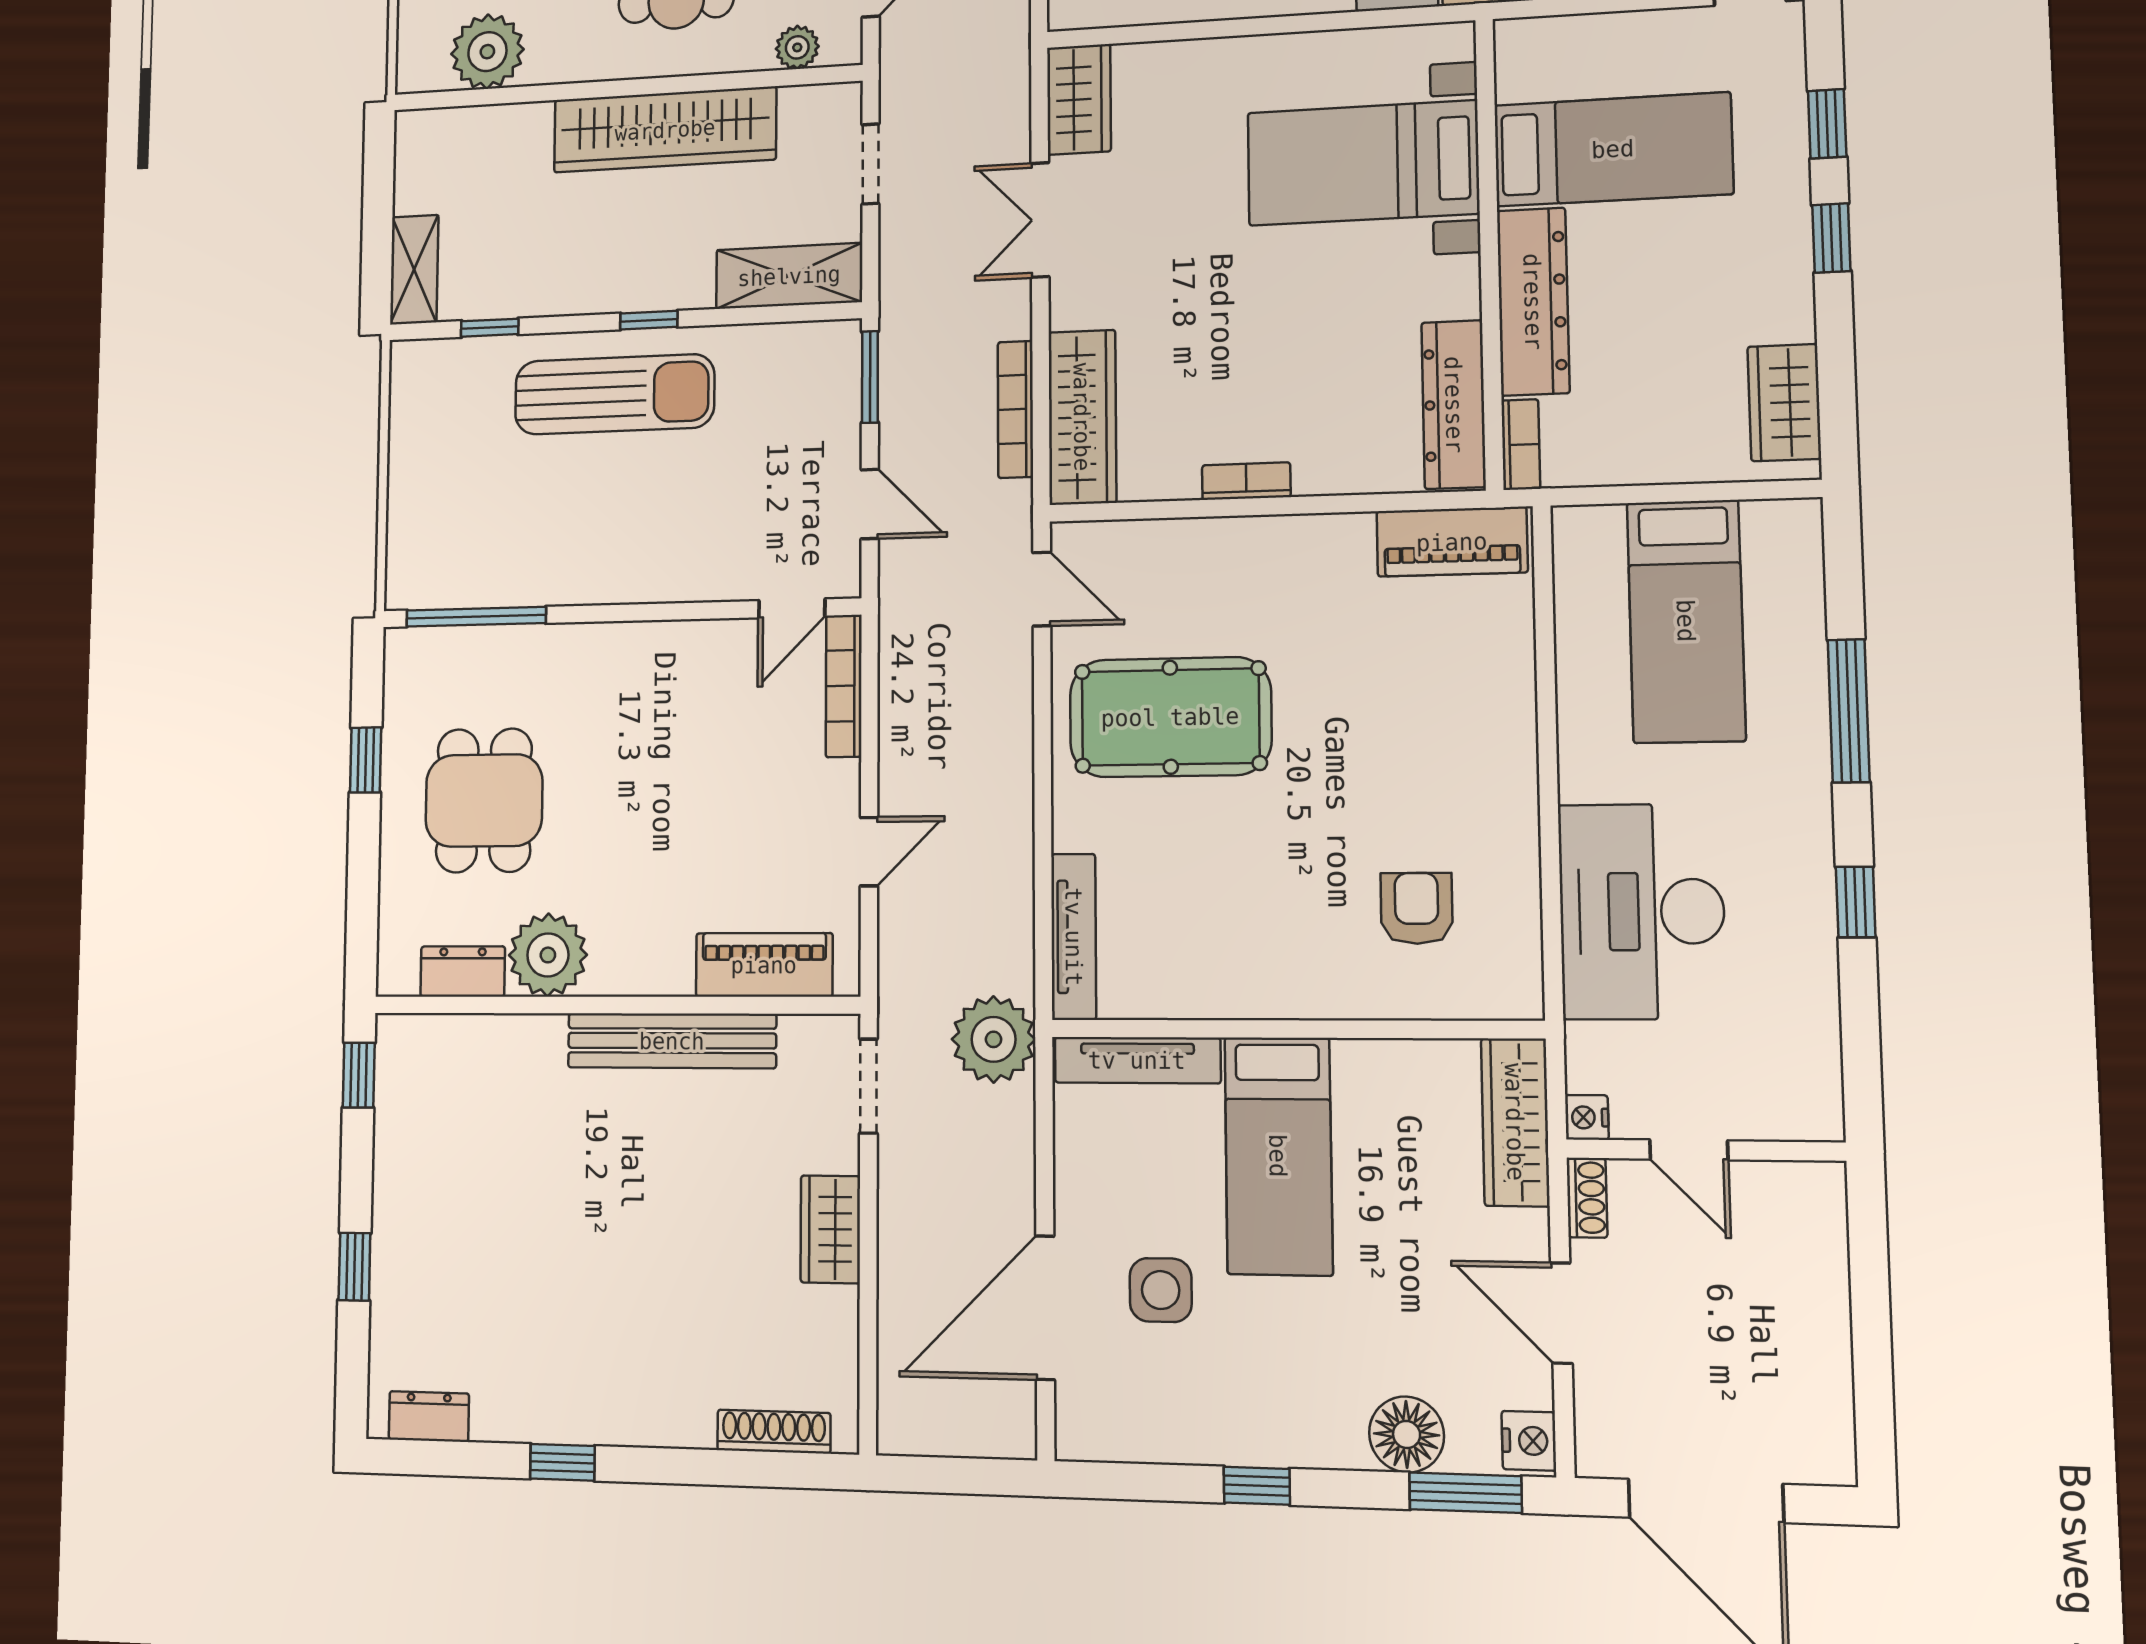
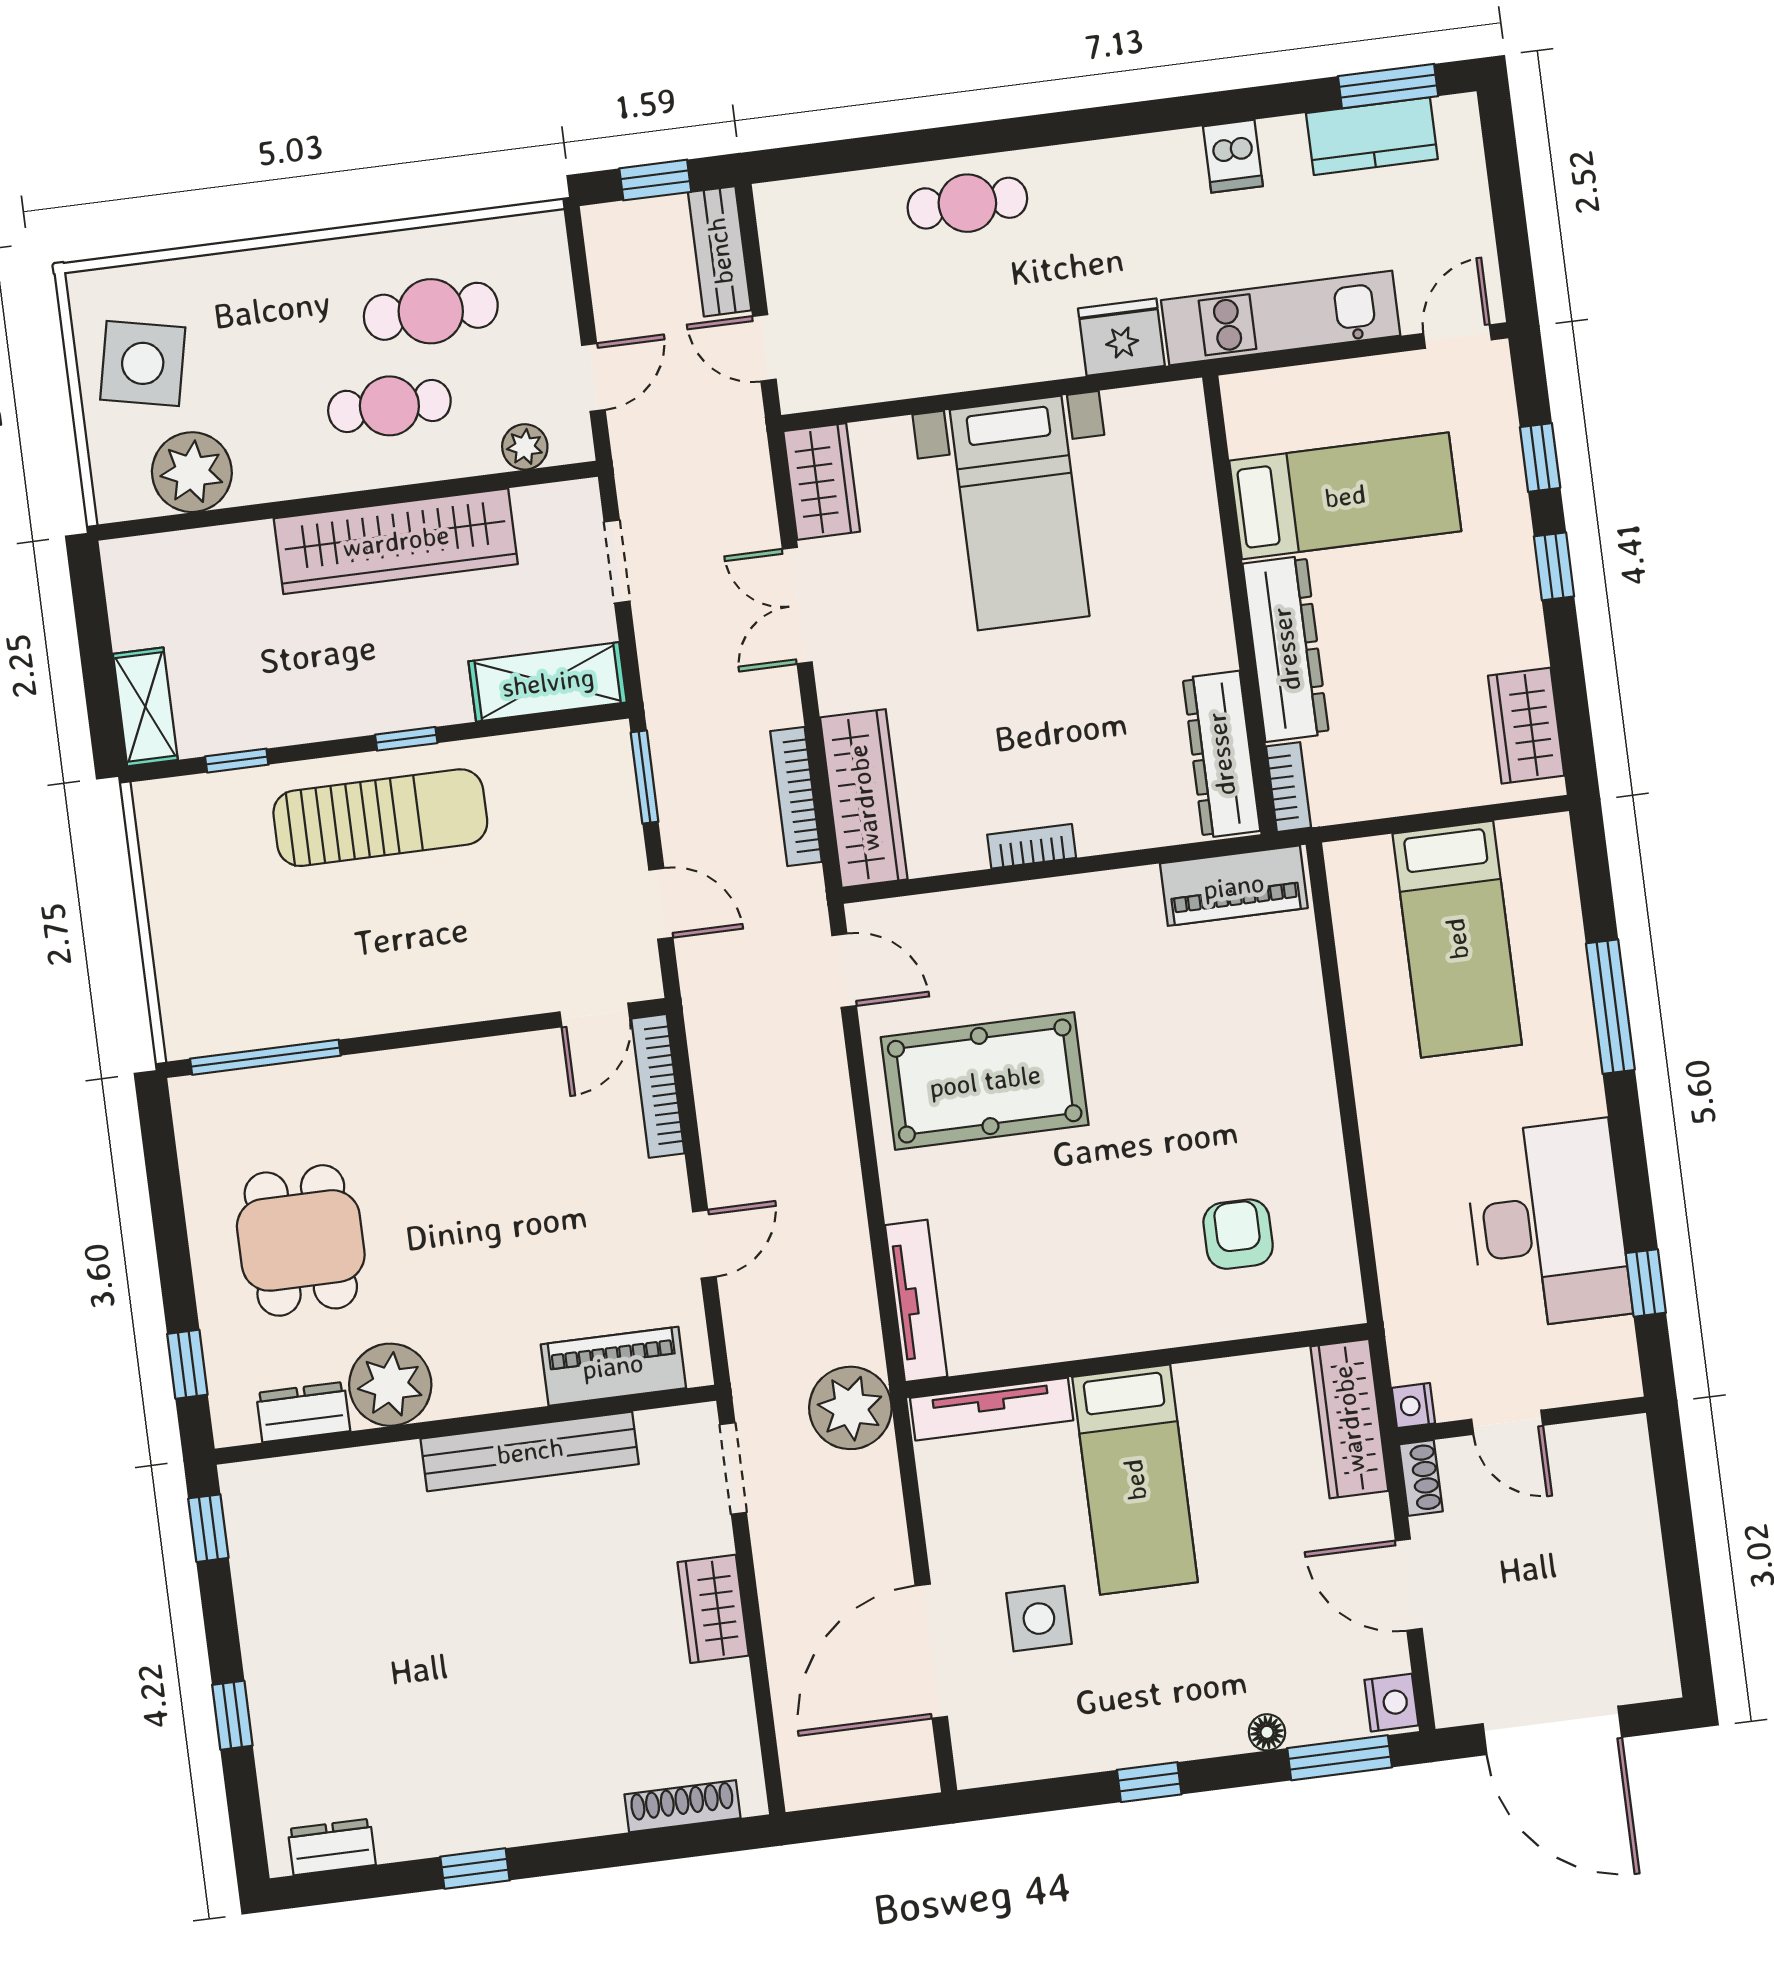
bed with nightstands: (1363, 163) -> (1020, 513), moved, turned -90
window: (366, 760) -> (187, 1364), moved
window: (1856, 902) -> (1646, 1283), moved
desk: (1642, 911) -> (1547, 1225), moved, turned 180
floor lamp: (1407, 1434) -> (1267, 1732), width x0.53, depth x0.53

